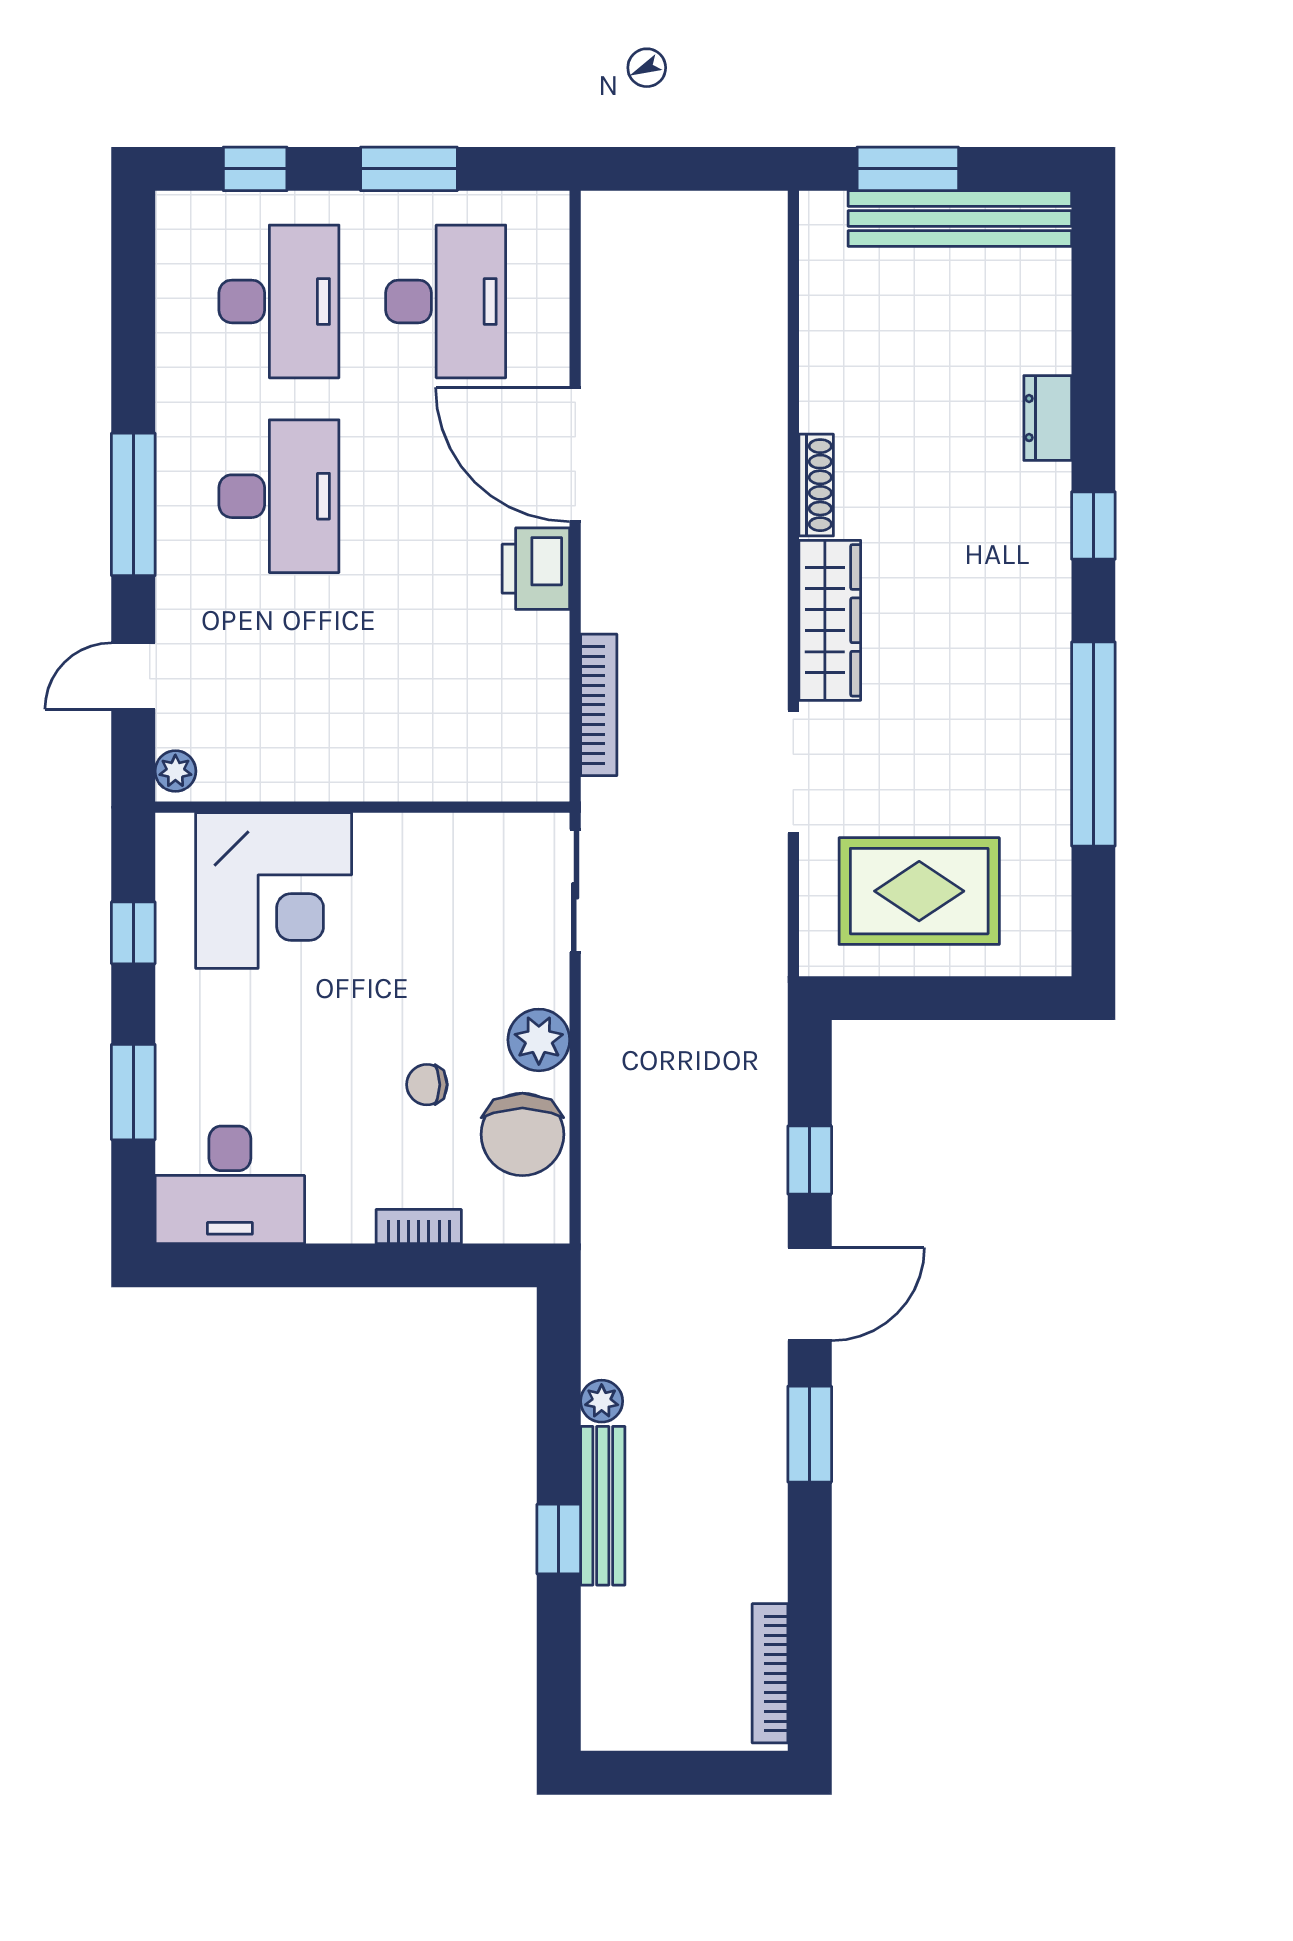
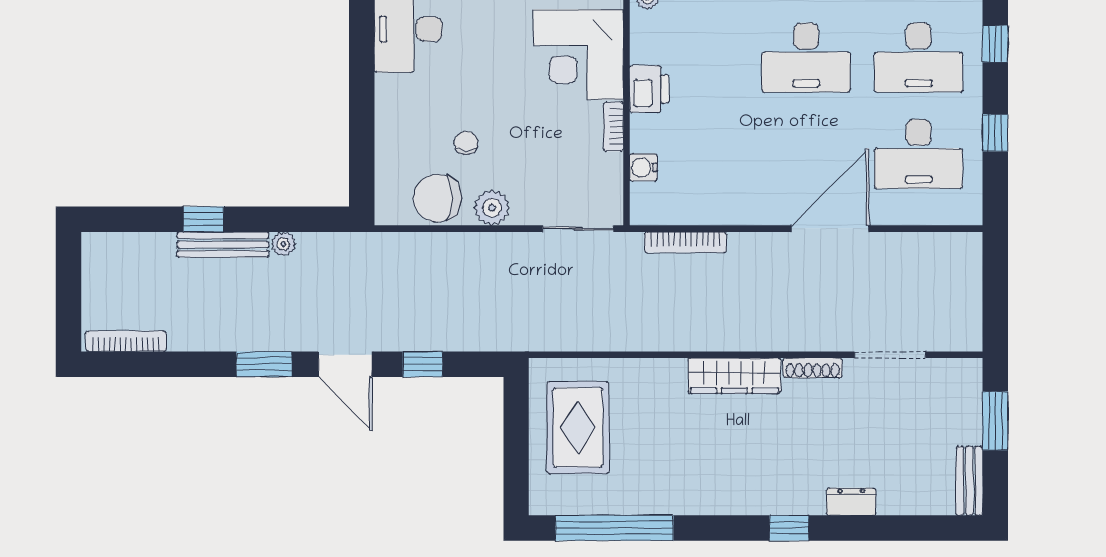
window: (409, 169) -> (995, 133), width x0.67
bench: (960, 219) -> (969, 481), width x0.54, depth x0.82
printer: (536, 569) -> (649, 89), moved, turned 90
window: (1093, 744) -> (614, 528), moved
doorway: (793, 772) -> (890, 355), moved
water cooler: (469, 778) -> (643, 167), added
bookcase: (419, 1227) -> (613, 127), moved, turned 180

